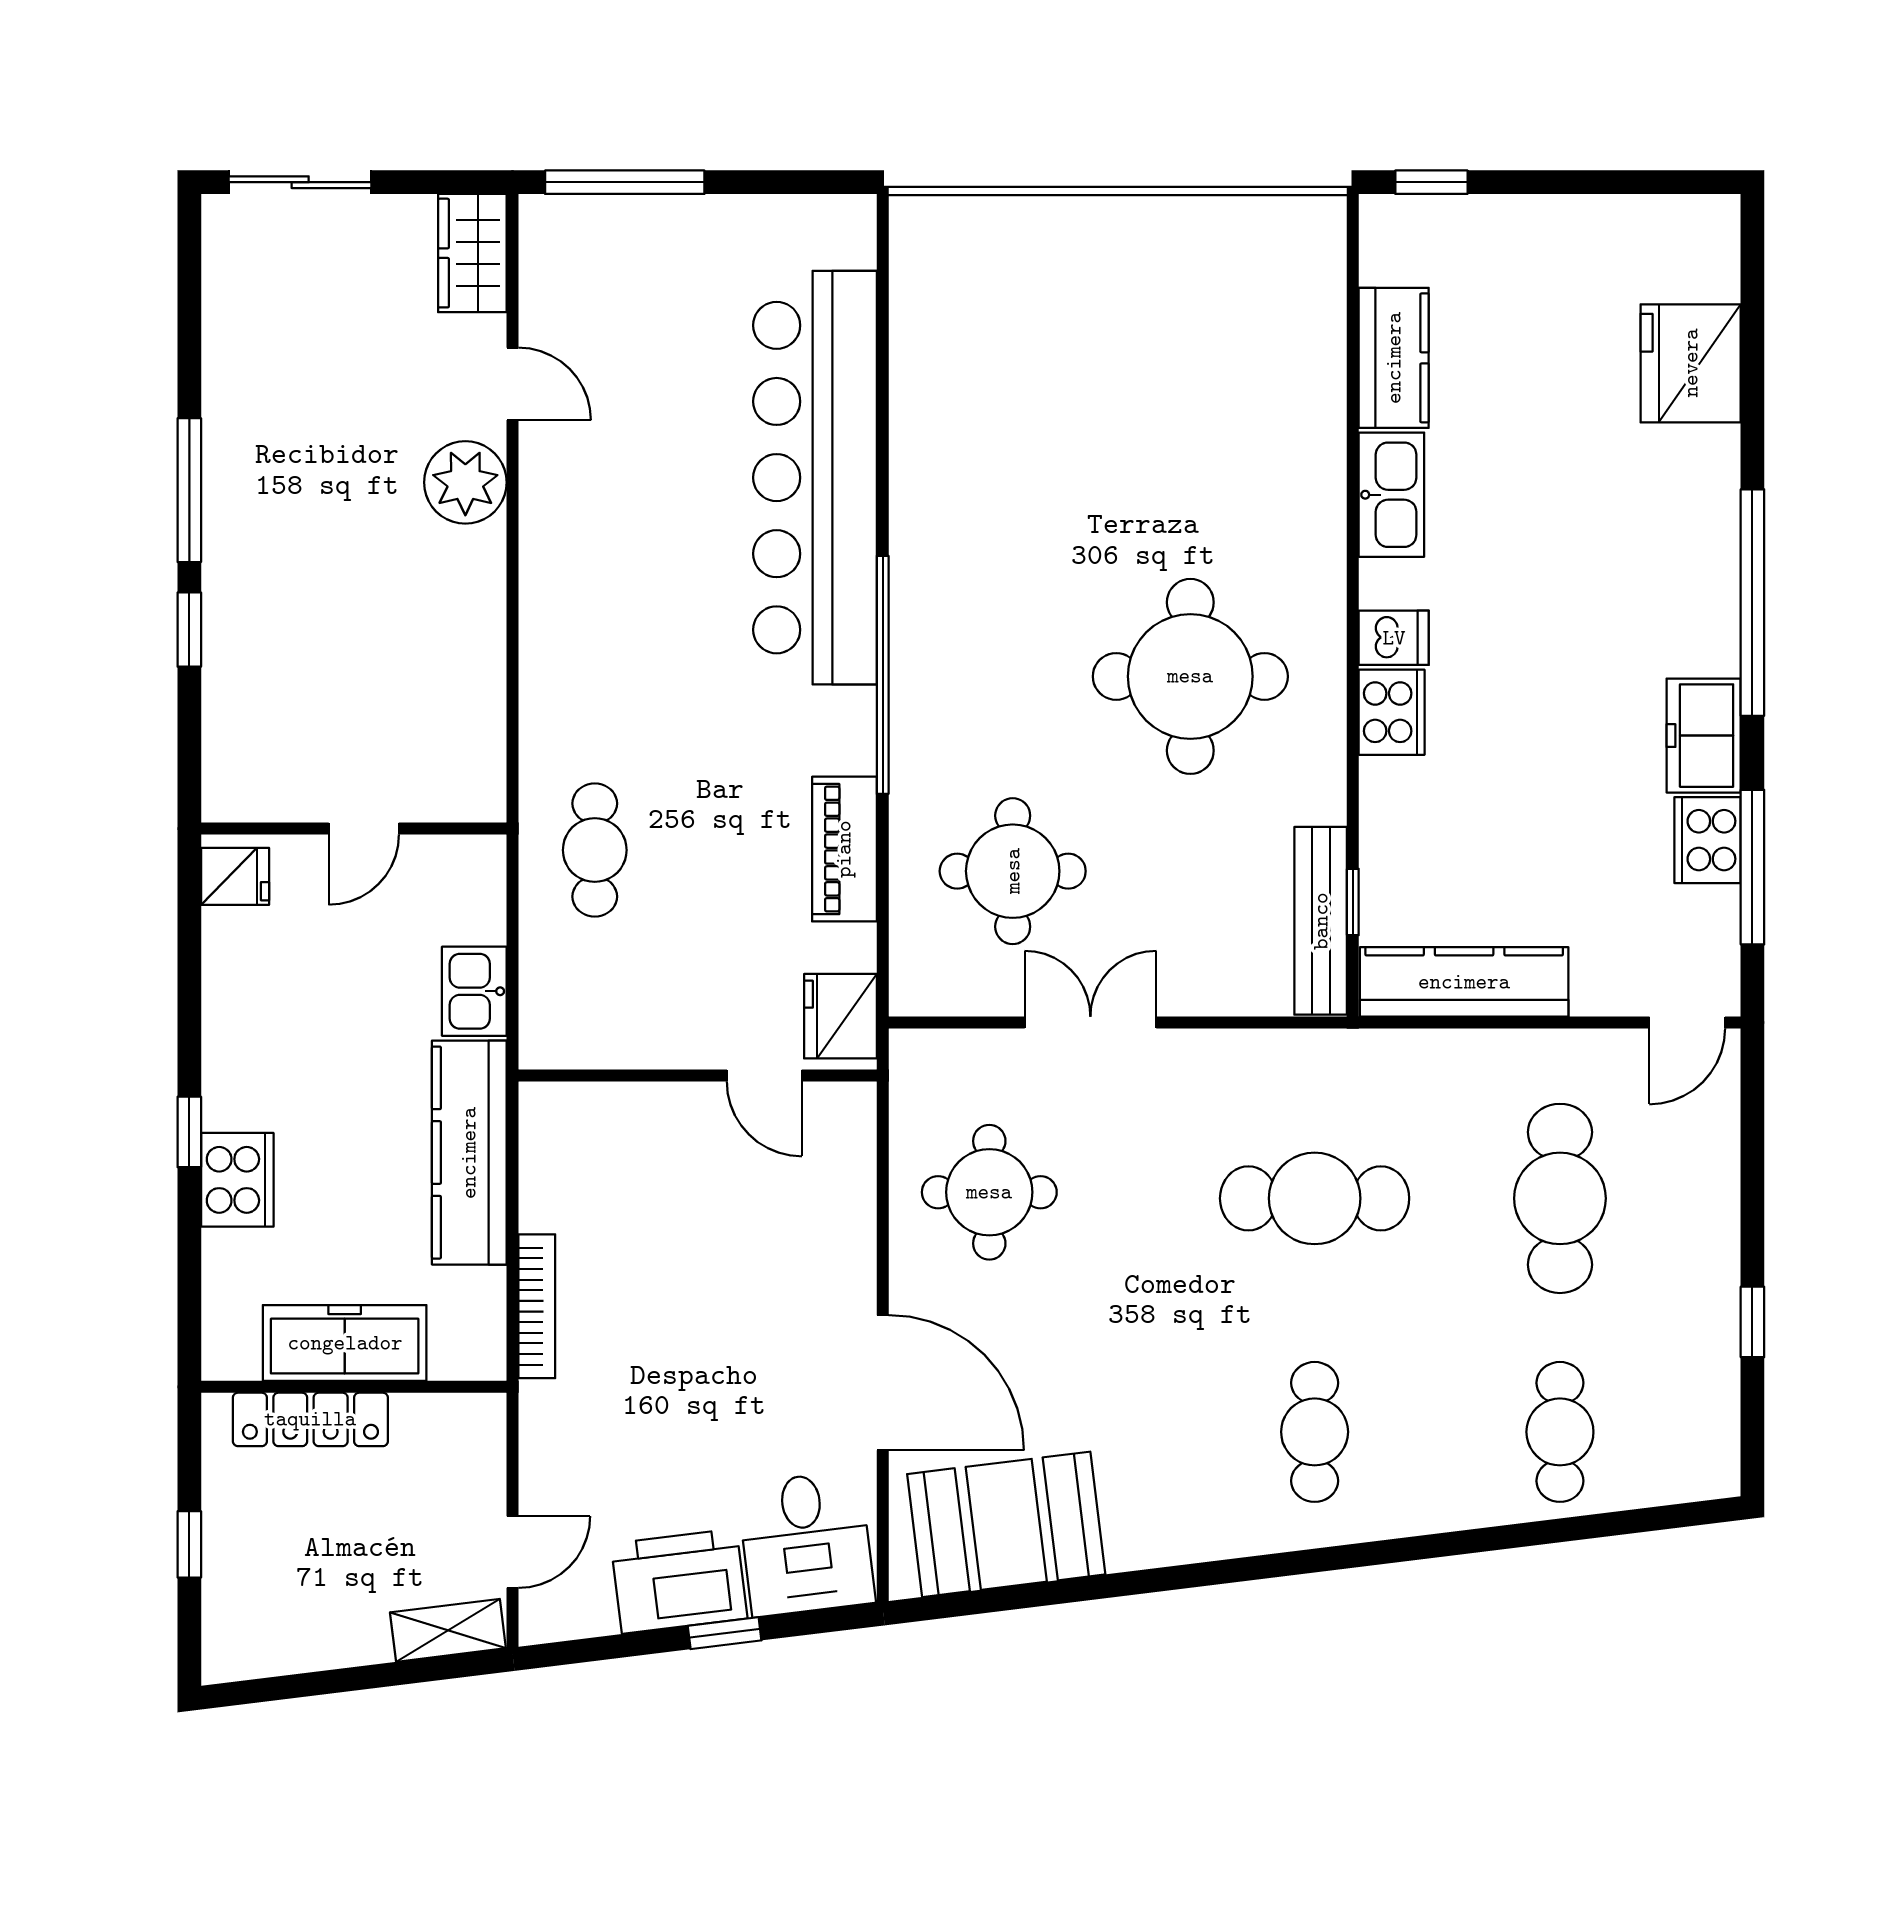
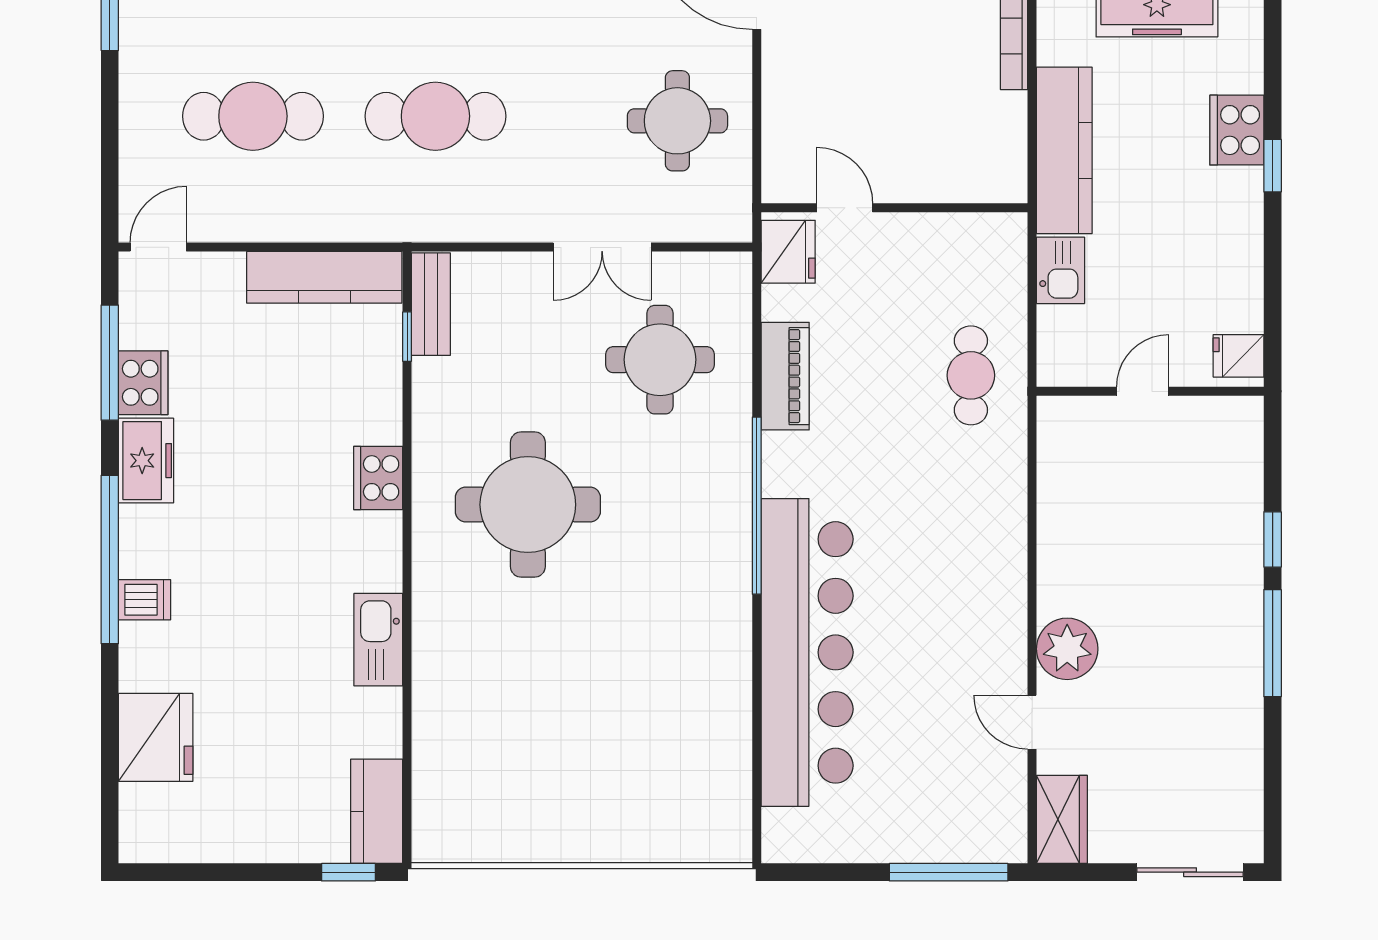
kitchen counter: (1394, 358) -> (377, 811), moved
dishwasher: (1394, 638) -> (145, 600), moved, turned 180
bench: (1321, 921) -> (431, 304), width x0.73
cafe table: (1560, 1198) -> (253, 116), turned 90

